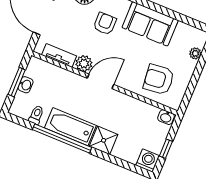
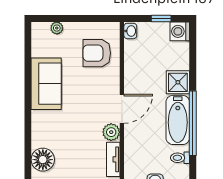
armchair: (105, 24) -> (64, 128), removed
armchair: (159, 79) -> (97, 53), turned 96
door: (101, 81) -> (122, 109), swing flipped

